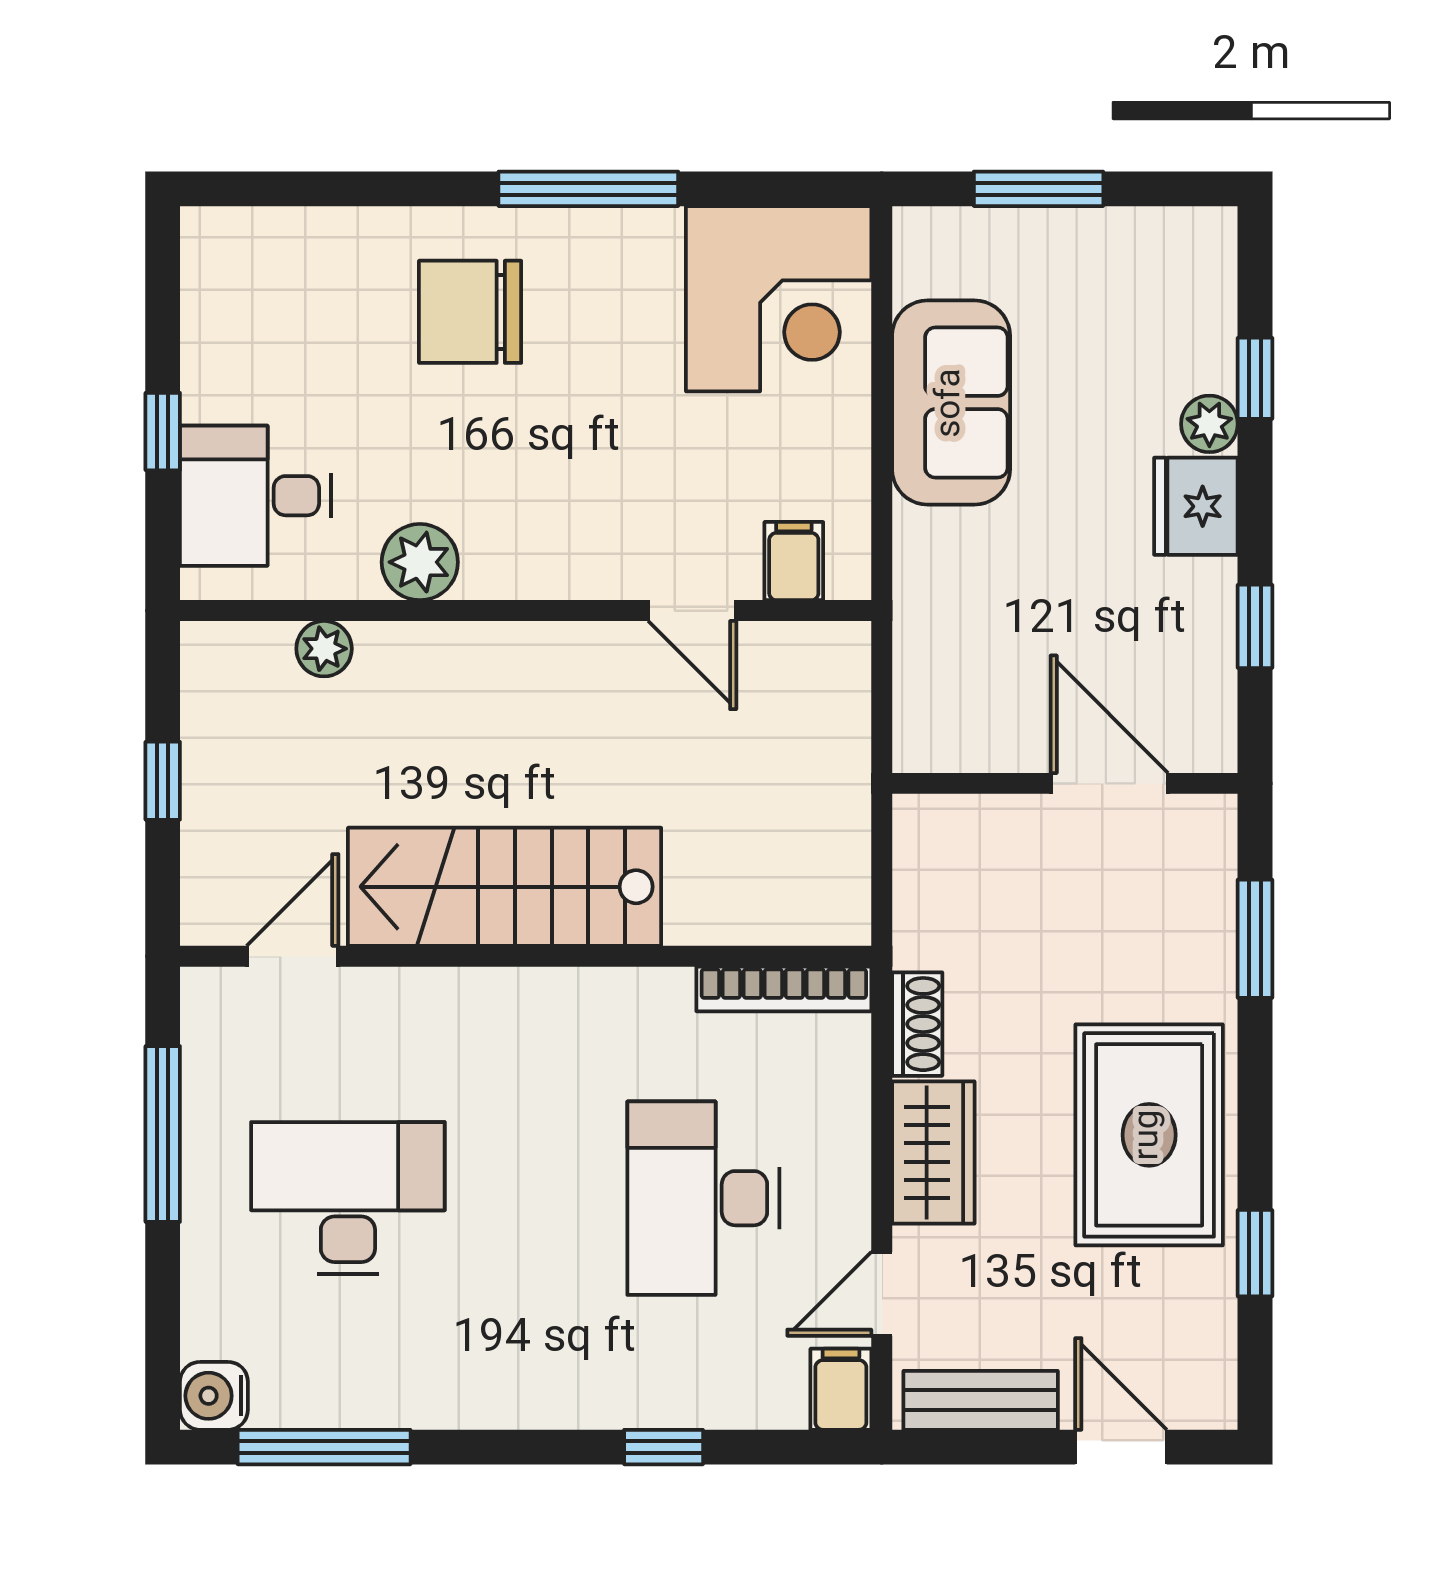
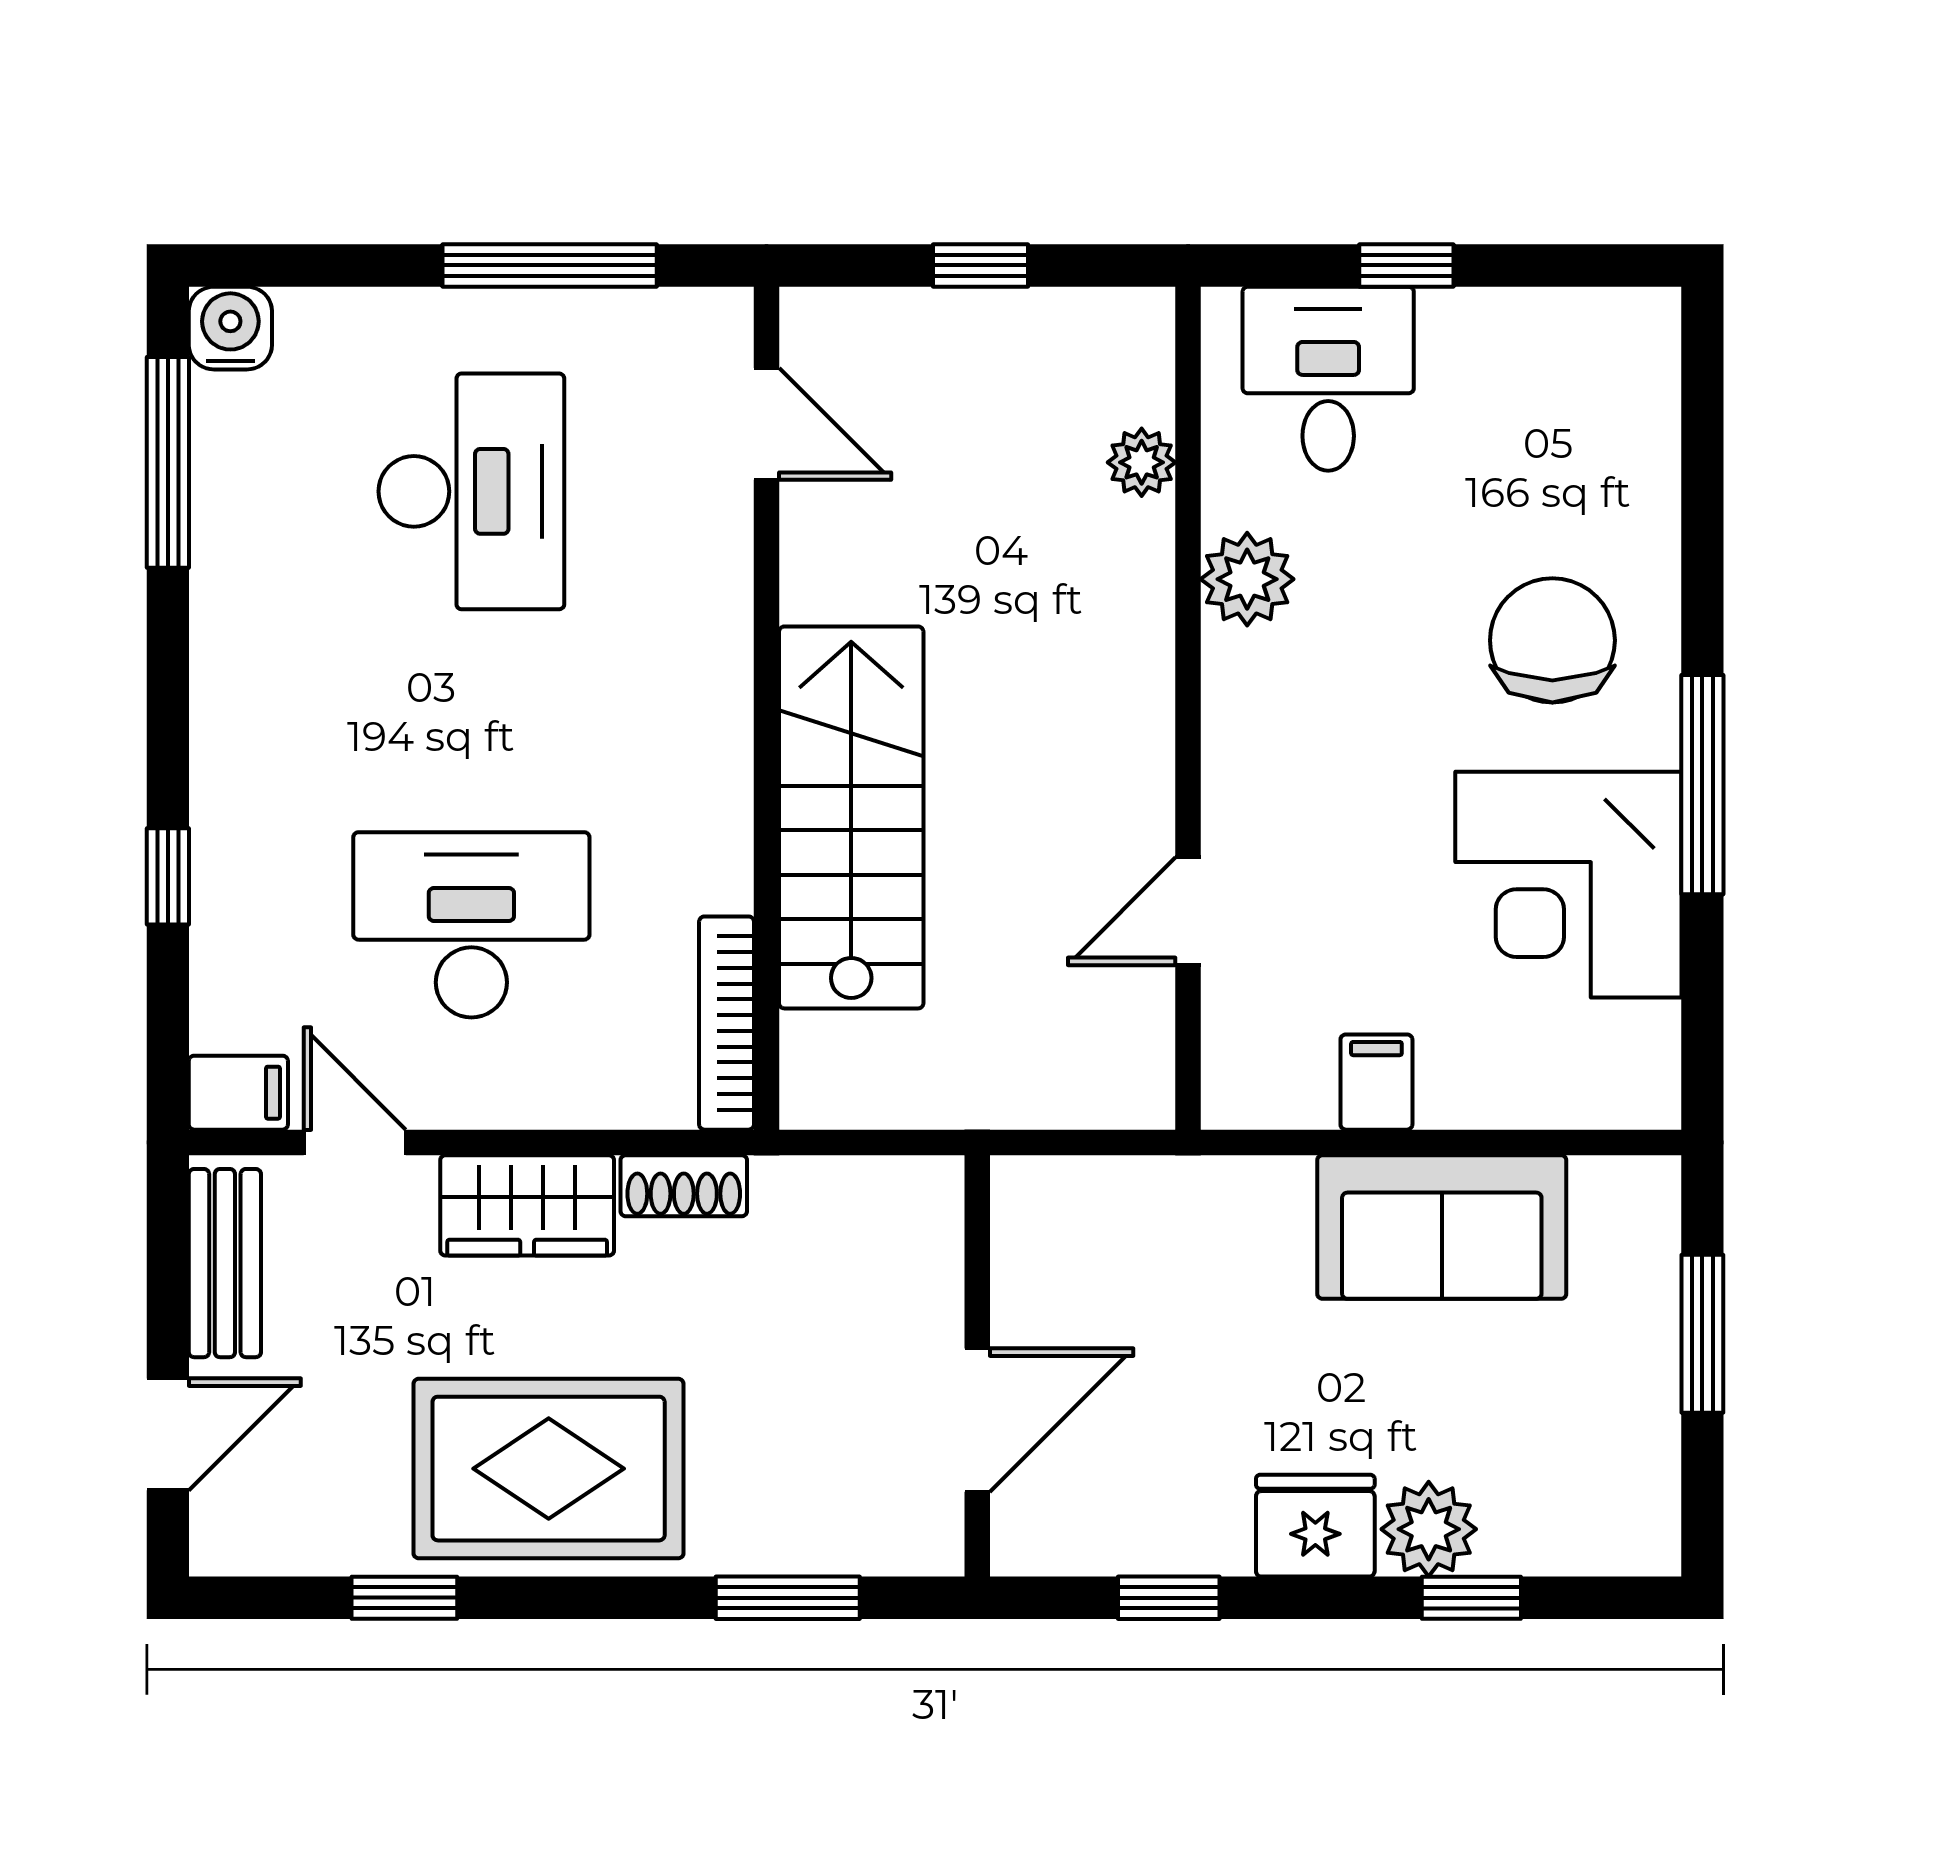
corner desk: (779, 299) -> (1568, 885), moved
plant: (1209, 424) -> (1429, 1529), width x1.38, depth x1.38
filing cabinet: (794, 561) -> (1376, 1082), moved, turned -90
stairs: (505, 887) -> (851, 817), moved

